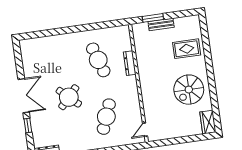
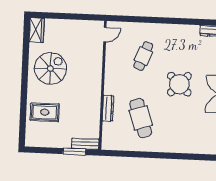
bench: (161, 24) -> (85, 144), moved
cafe table: (106, 117) -> (143, 56), width x0.73, depth x0.74

